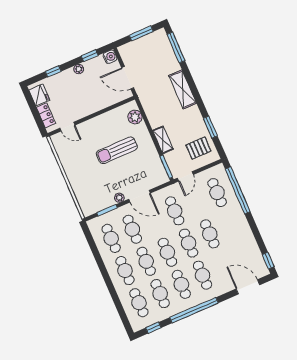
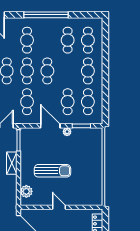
door: (67, 127) -> (59, 207), moved
cafe table: (146, 261) -> (68, 71), removed
cafe table: (181, 284) -> (47, 40), removed
window: (153, 328) -> (85, 15), removed

